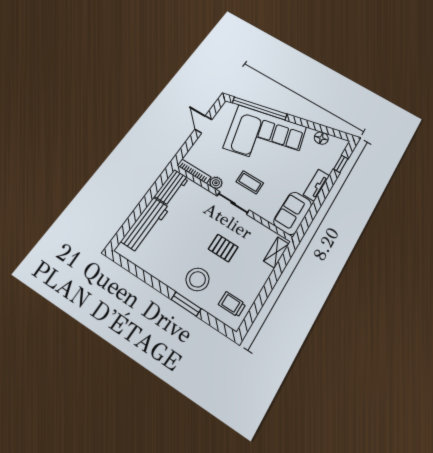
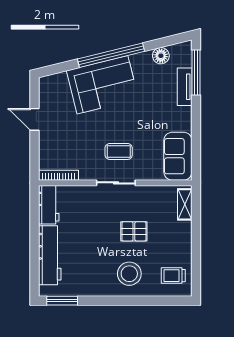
window: (260, 108) -> (111, 55), moved
corner sofa: (265, 137) -> (102, 85), width x0.73, depth x0.74
window: (341, 164) -> (196, 72), width x2.17
plant: (216, 183) -> (87, 173), removed
tv unit: (316, 185) -> (185, 87), moved
window: (186, 304) -> (62, 301), moved

